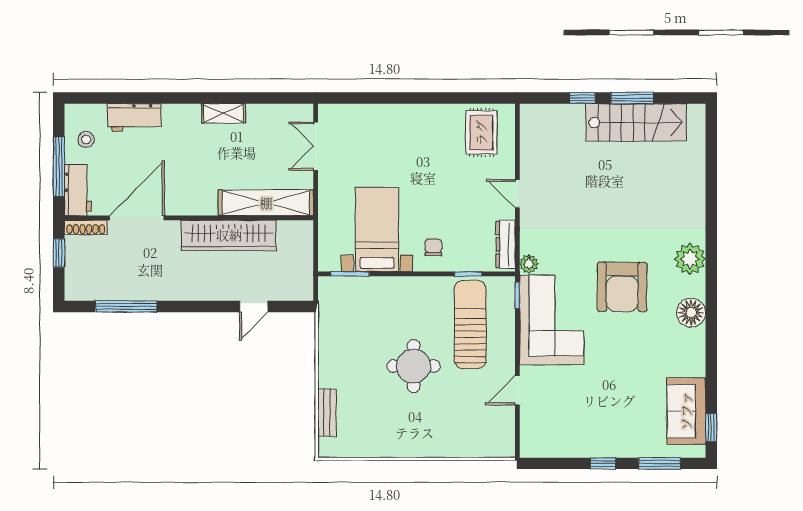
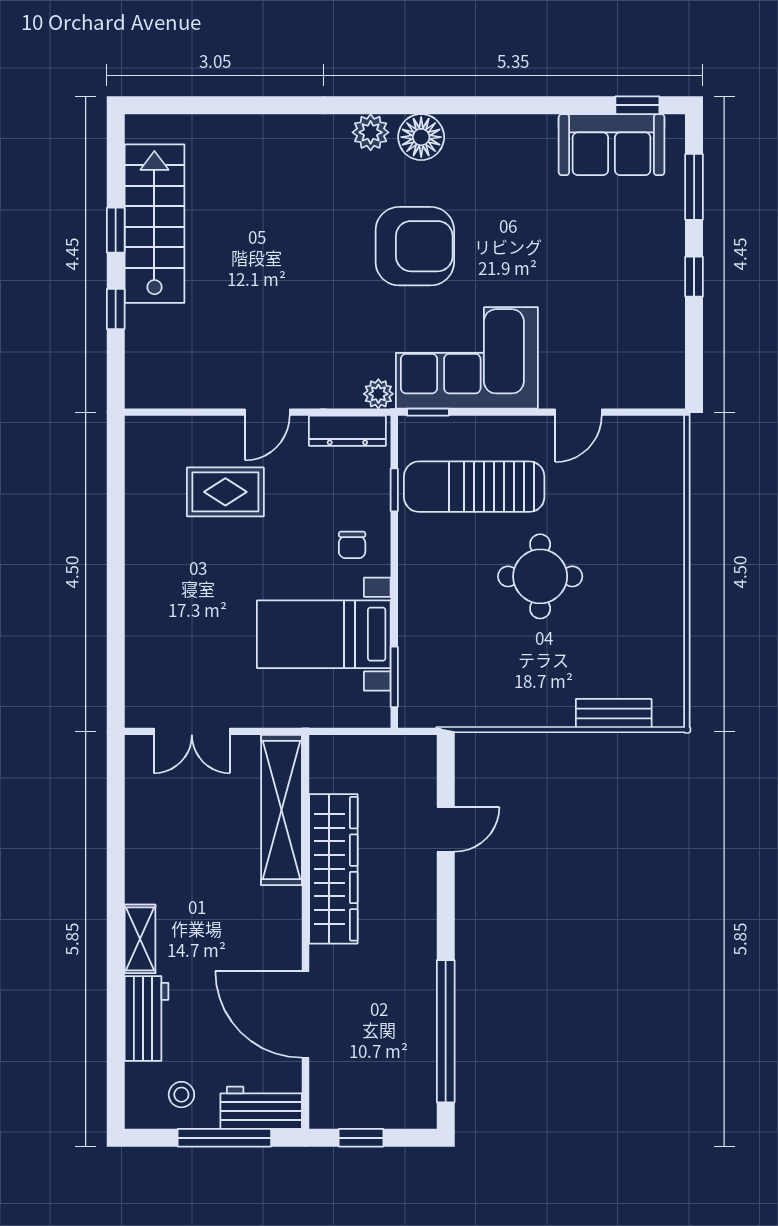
window: (632, 98) -> (116, 230), width x0.67
shelving: (223, 113) -> (140, 939), moved
rug: (481, 133) -> (225, 492), moved
shoe rack: (86, 227) -> (321, 1095), removed
chair: (433, 247) -> (352, 545), turned -90
plant: (690, 259) -> (371, 132), width x0.73, depth x0.73
window: (126, 306) -> (446, 1031), width x1.46
door: (254, 306) -> (446, 829), hinge flipped
floor lamp: (691, 313) -> (421, 137), moved
door: (517, 390) -> (578, 412), hinge flipped

